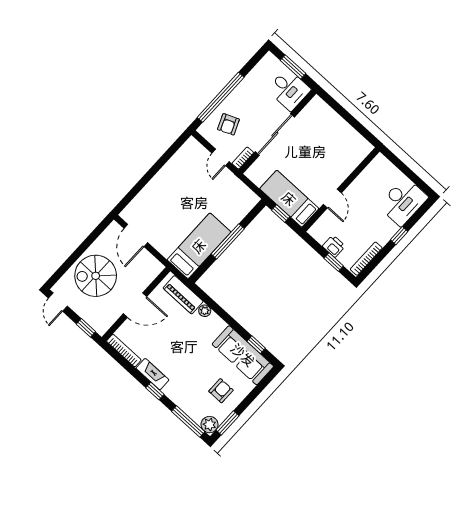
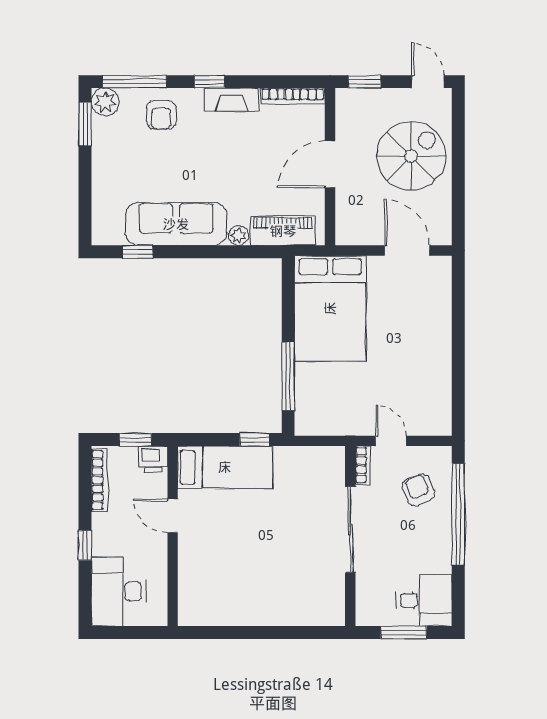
desk: (289, 90) -> (424, 600), moved, turned 180
wall: (341, 190) -> (173, 536), moved
bed: (289, 199) -> (225, 467), moved
door: (332, 199) -> (173, 516), moved
window: (228, 241) -> (288, 376), moved
bed: (199, 246) -> (330, 308), width x1.50
sofa: (243, 355) -> (176, 224), moved
armchair: (221, 391) -> (161, 115), moved

